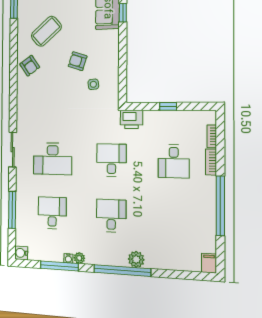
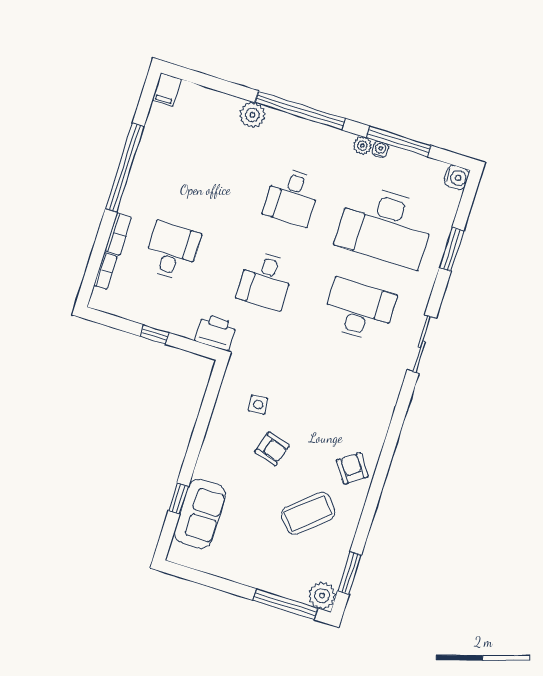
window: (12, 210) -> (452, 249), width x0.69
desk: (52, 213) -> (385, 226), width x1.87, depth x1.30
plant: (136, 259) -> (252, 115), moved

